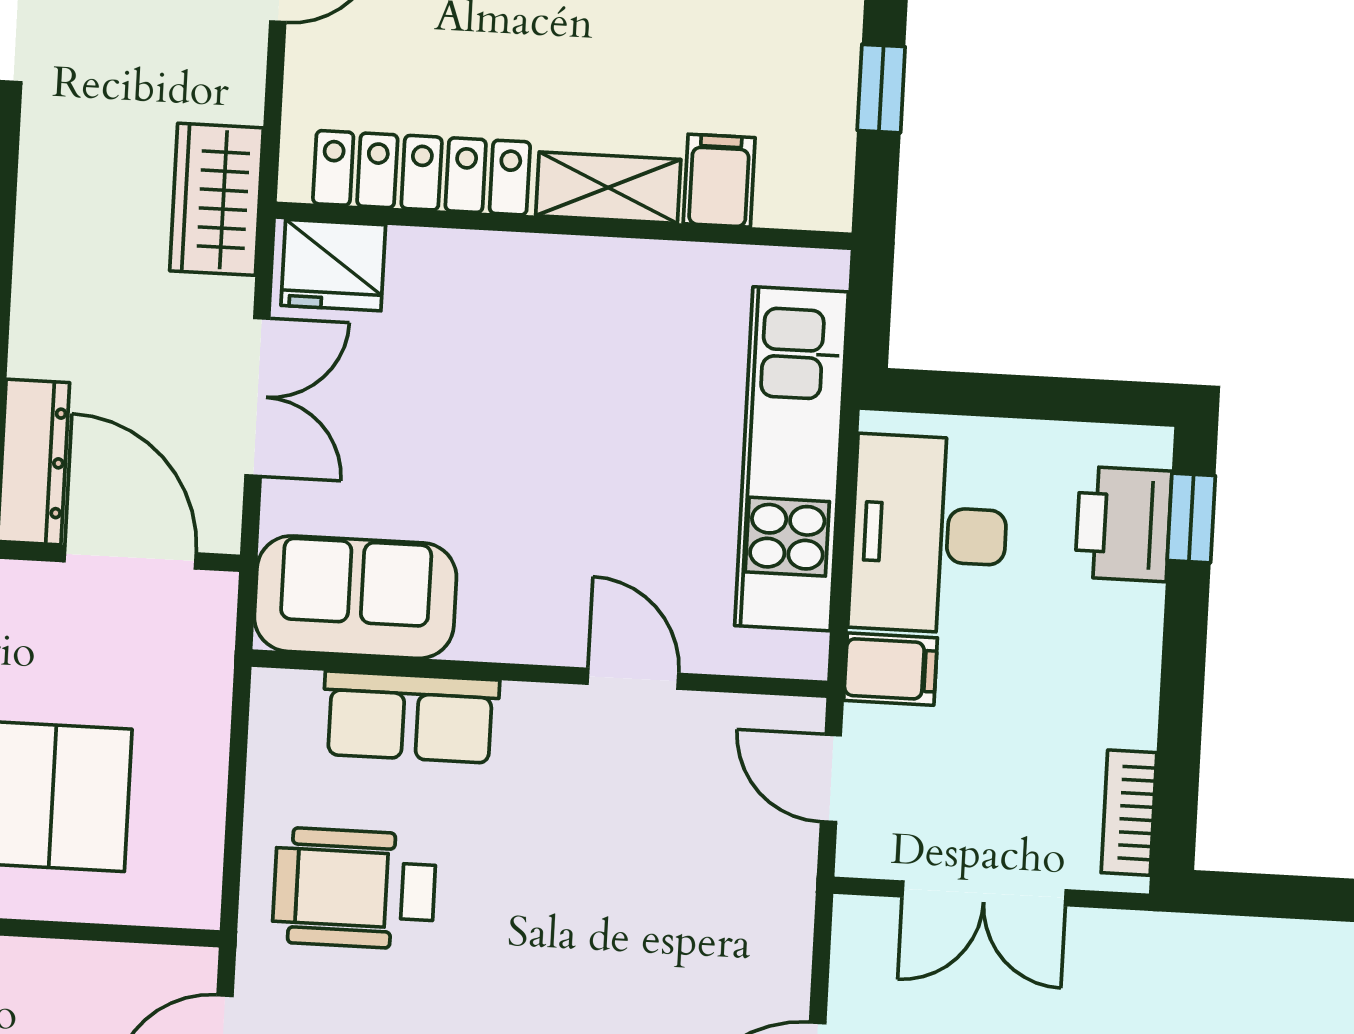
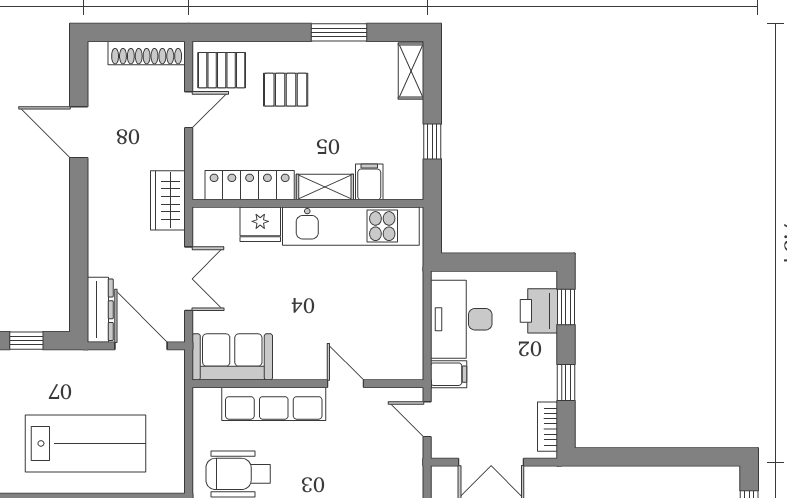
fridge: (333, 265) -> (260, 224), moved
kitchen unit: (792, 459) -> (351, 226), moved, turned -90
window: (1181, 706) -> (566, 383), added
row of seats: (410, 717) -> (274, 404), width x1.48

